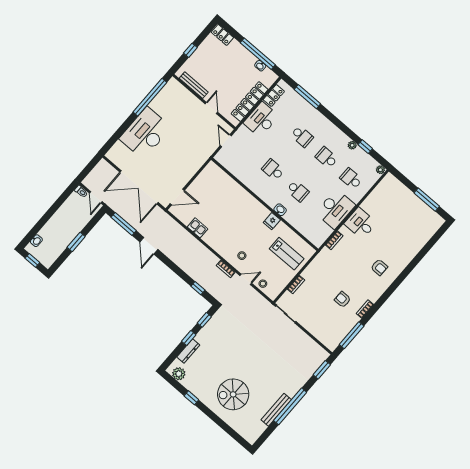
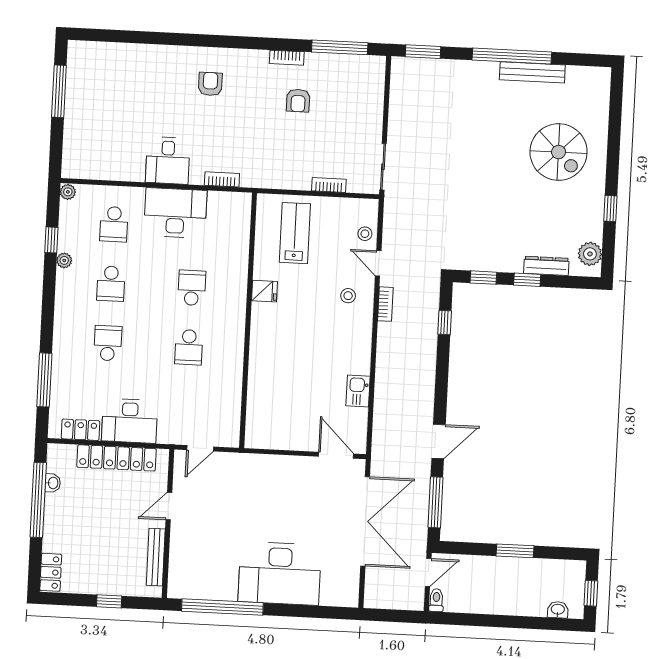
washbasin: (280, 210) -> (239, 292), removed

